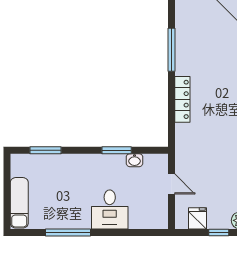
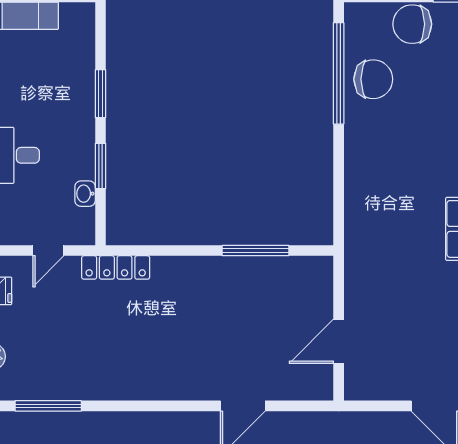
locker: (182, 99) -> (116, 267), moved
window: (46, 150) -> (101, 94), moved

